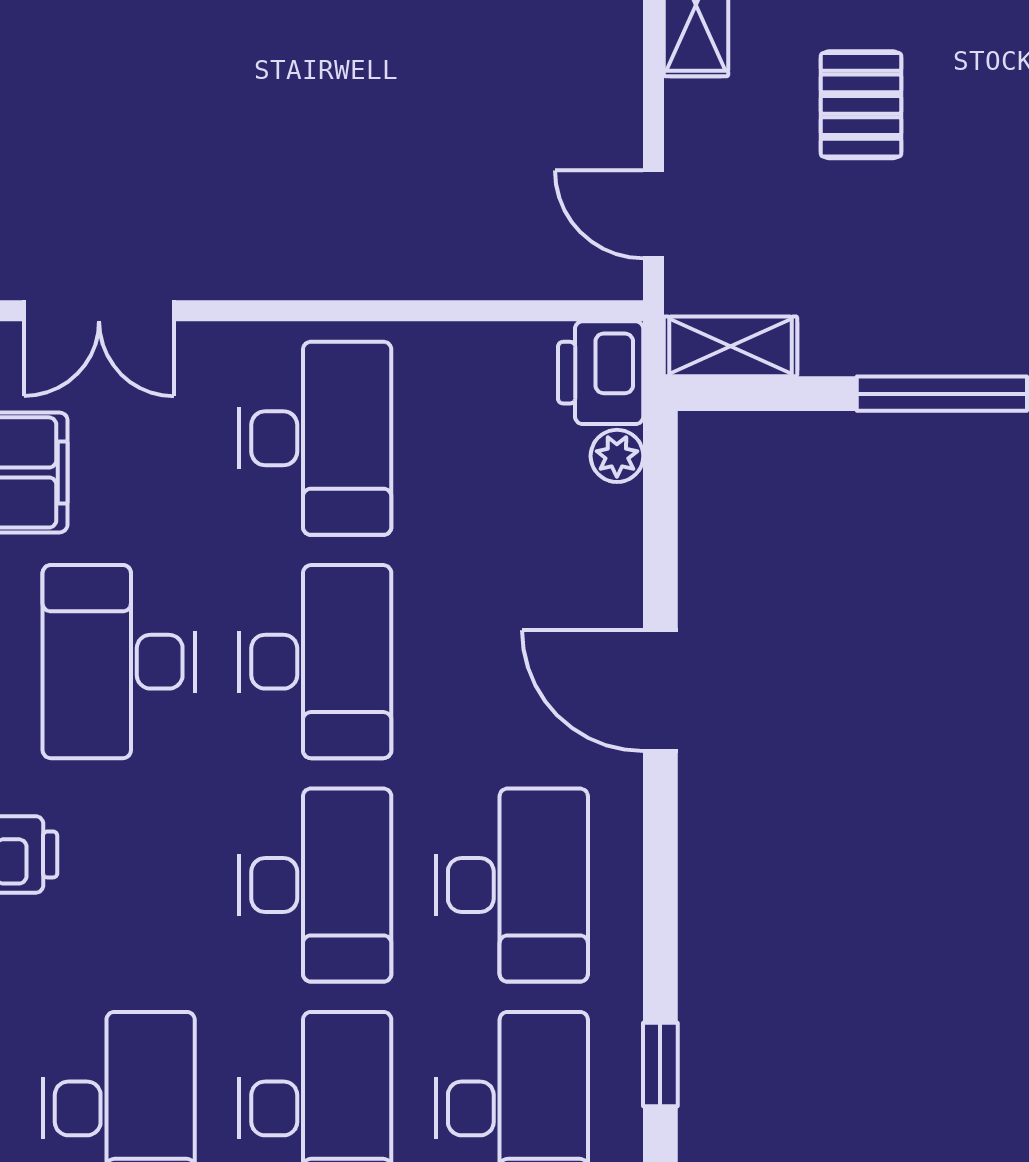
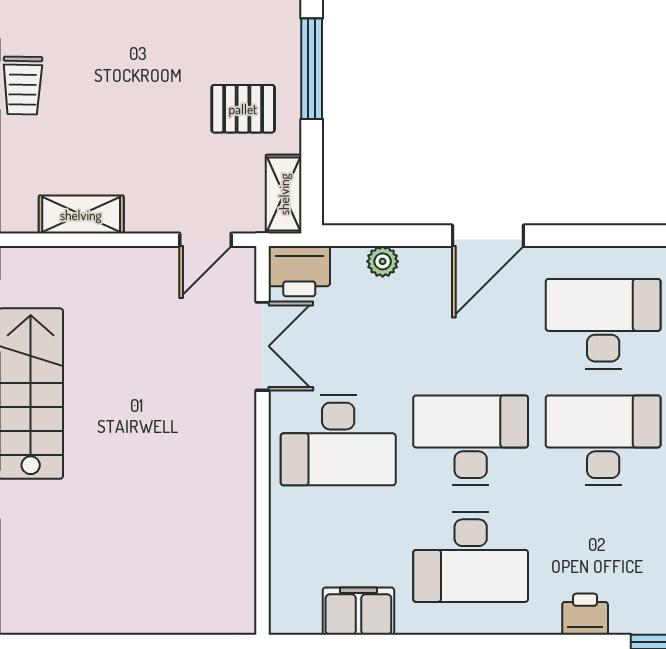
pallet: (861, 105) -> (243, 109), moved
double door: (99, 311) -> (263, 346), moved
desk: (315, 438) -> (338, 440), turned 180
plant: (617, 456) -> (383, 261), moved

